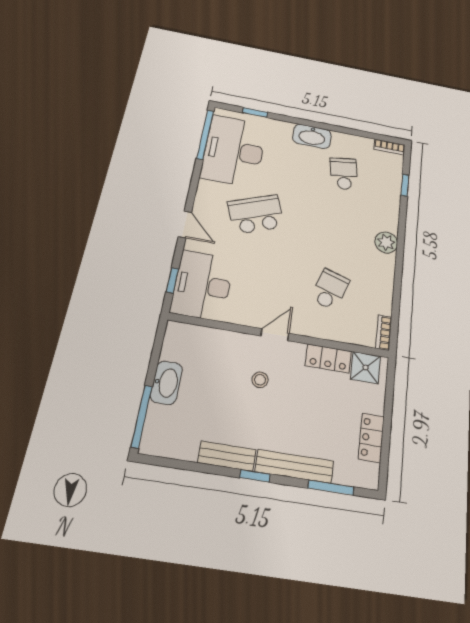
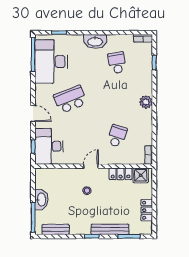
bench: (227, 456) -> (56, 229), moved

